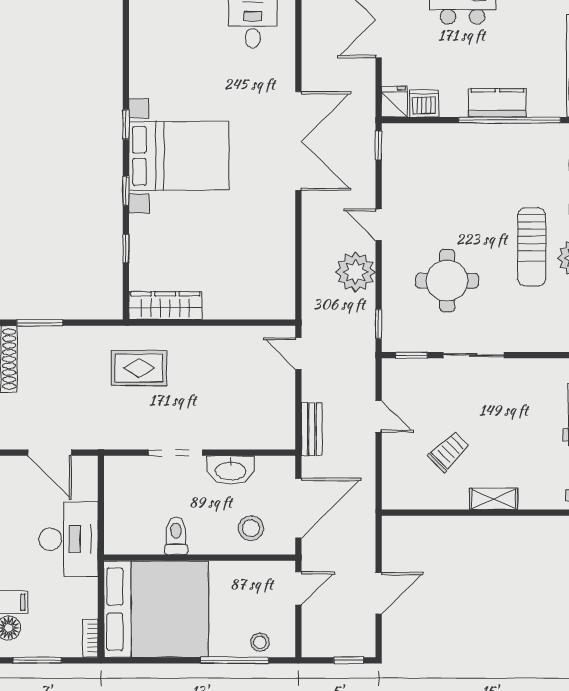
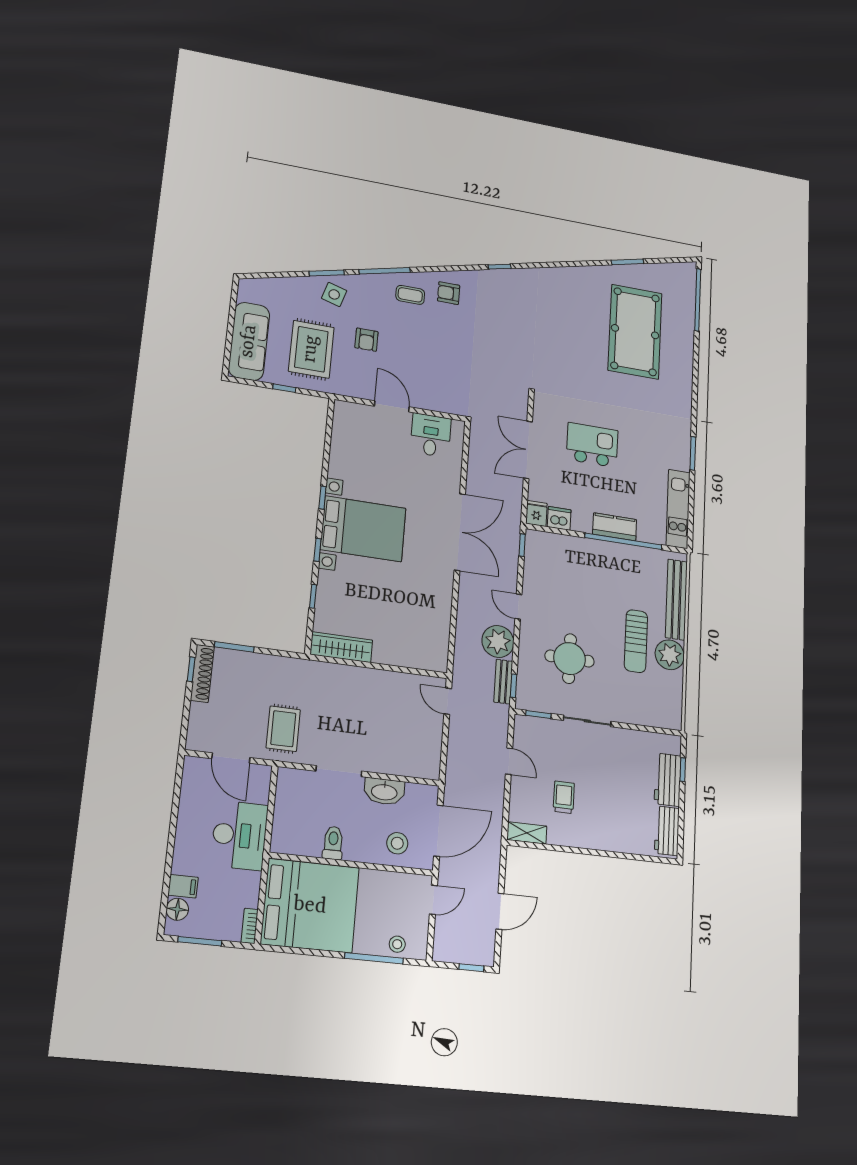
rug: (139, 368) -> (283, 729), moved, turned 90
bench: (312, 429) -> (503, 682), moved
trolley: (449, 451) -> (564, 797), turned -45
shelving: (494, 499) -> (527, 833), moved

